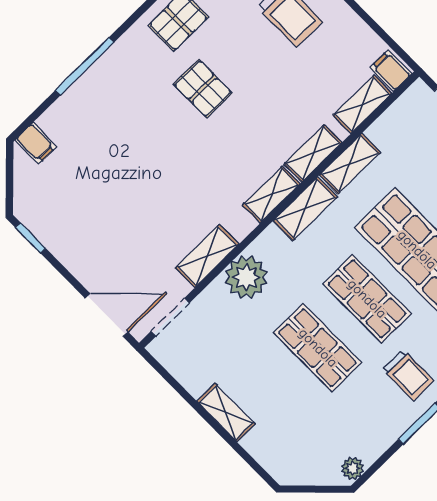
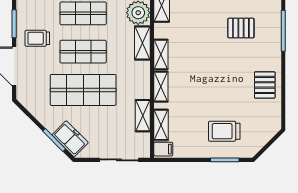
pallet: (203, 89) -> (241, 28), moved
shelving: (350, 164) -> (143, 116), moved
shelving: (305, 209) -> (142, 43), moved

